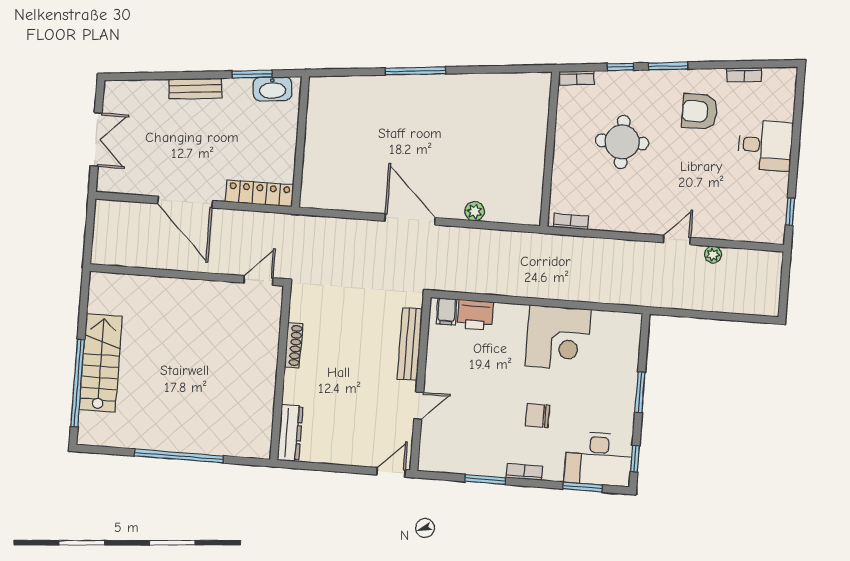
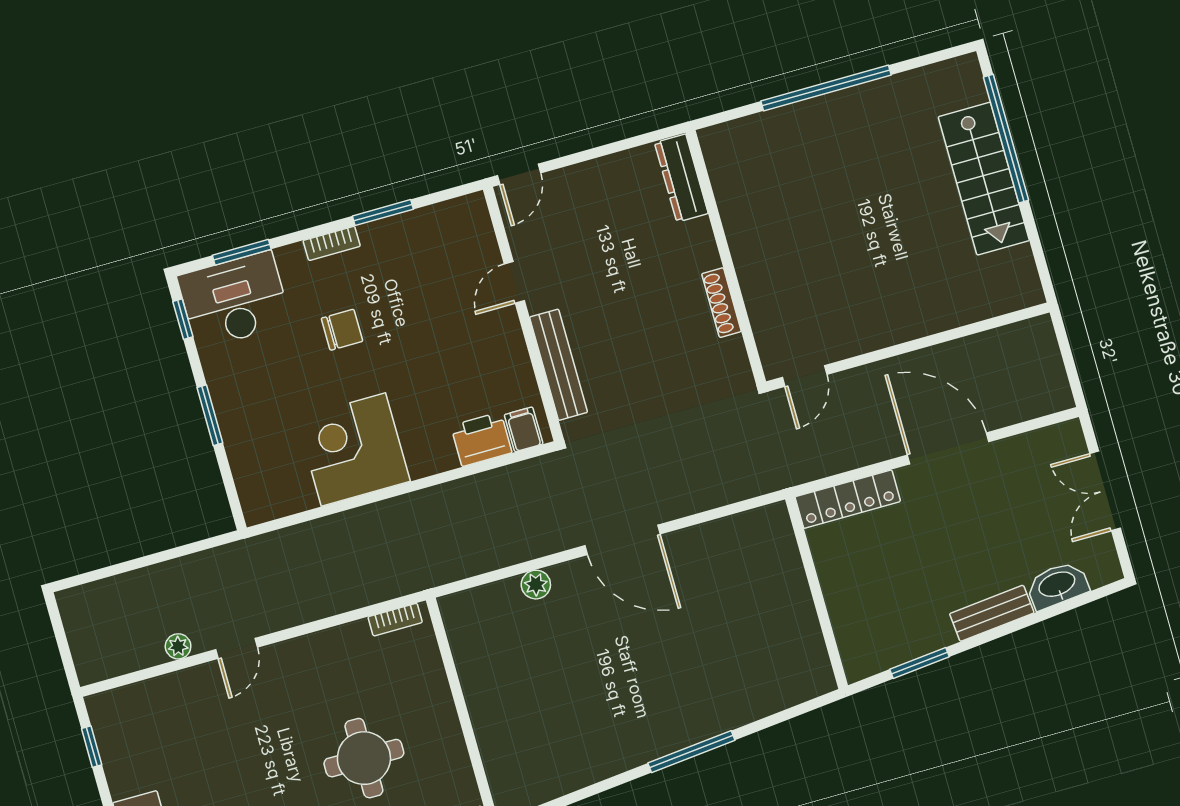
washbasin: (272, 89) -> (1057, 585), moved

